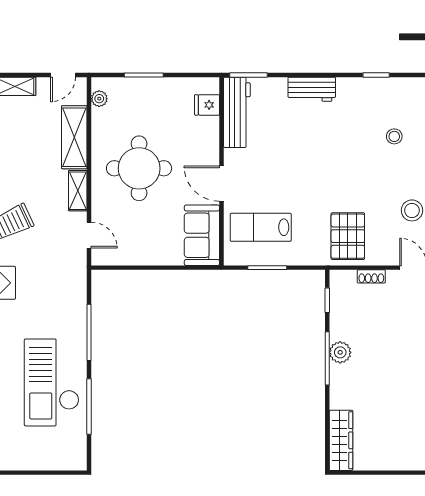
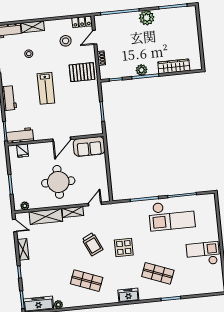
workbench: (237, 112) -> (20, 136), width x0.73
lab bench: (261, 227) -> (46, 88), moved
wardrobe: (341, 440) -> (174, 66), moved

